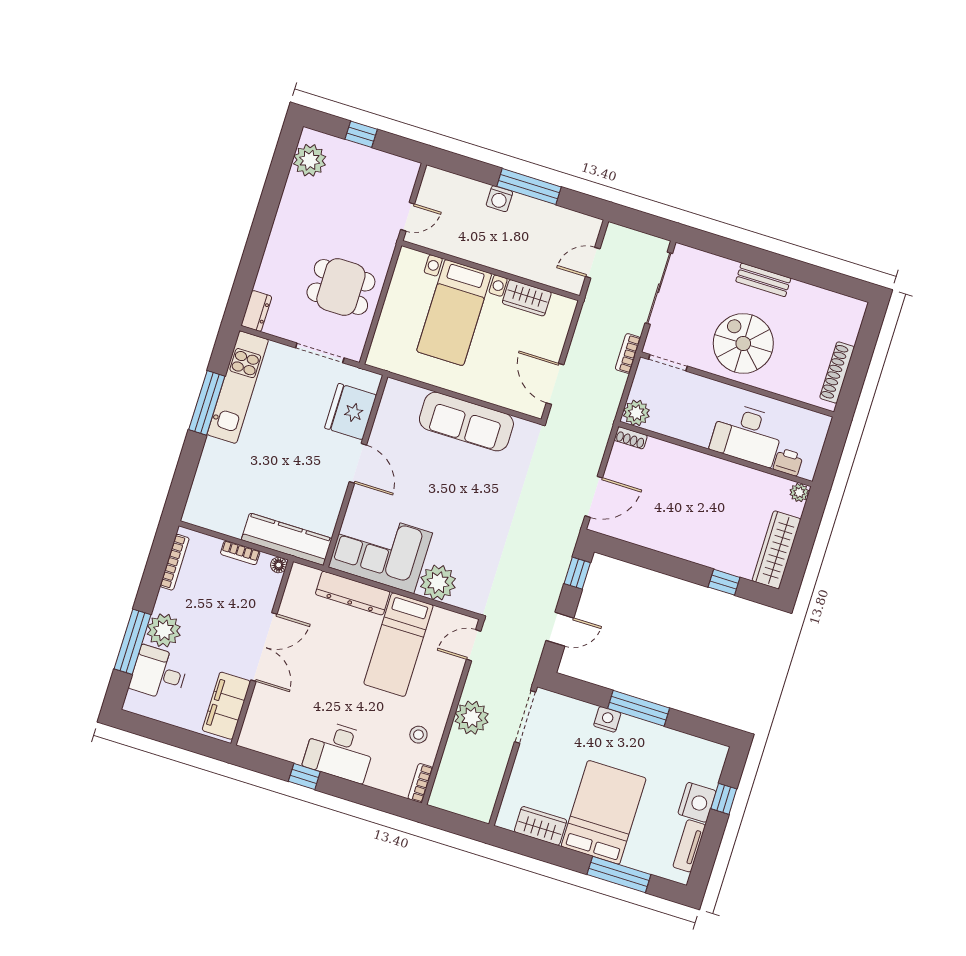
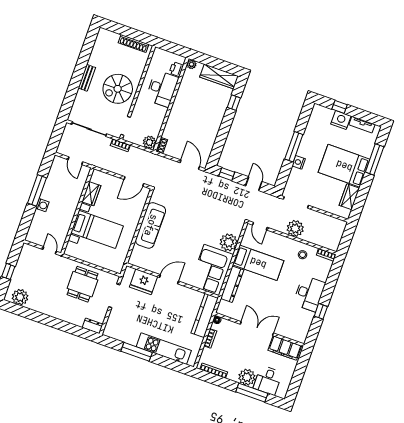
kitchen unit: (238, 387) -> (164, 349), moved

